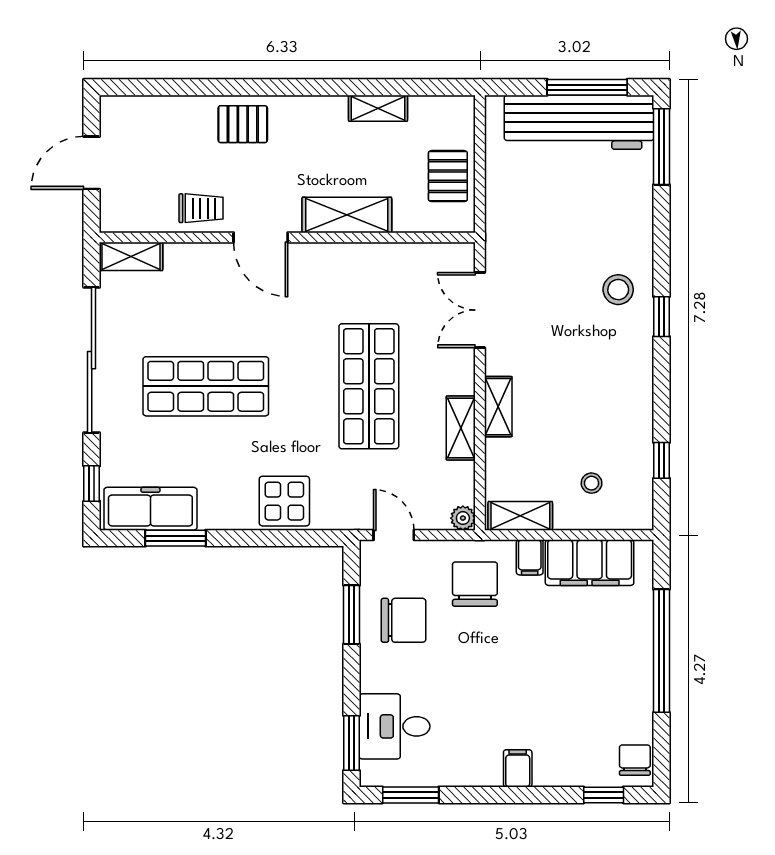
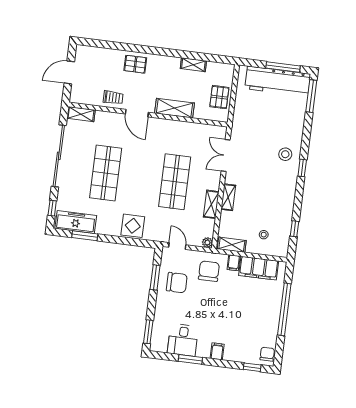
shop shelf: (206, 386) -> (106, 173), turned 90
desk: (395, 726) -> (183, 340), moved, turned -90
window: (411, 795) -> (190, 359), moved

